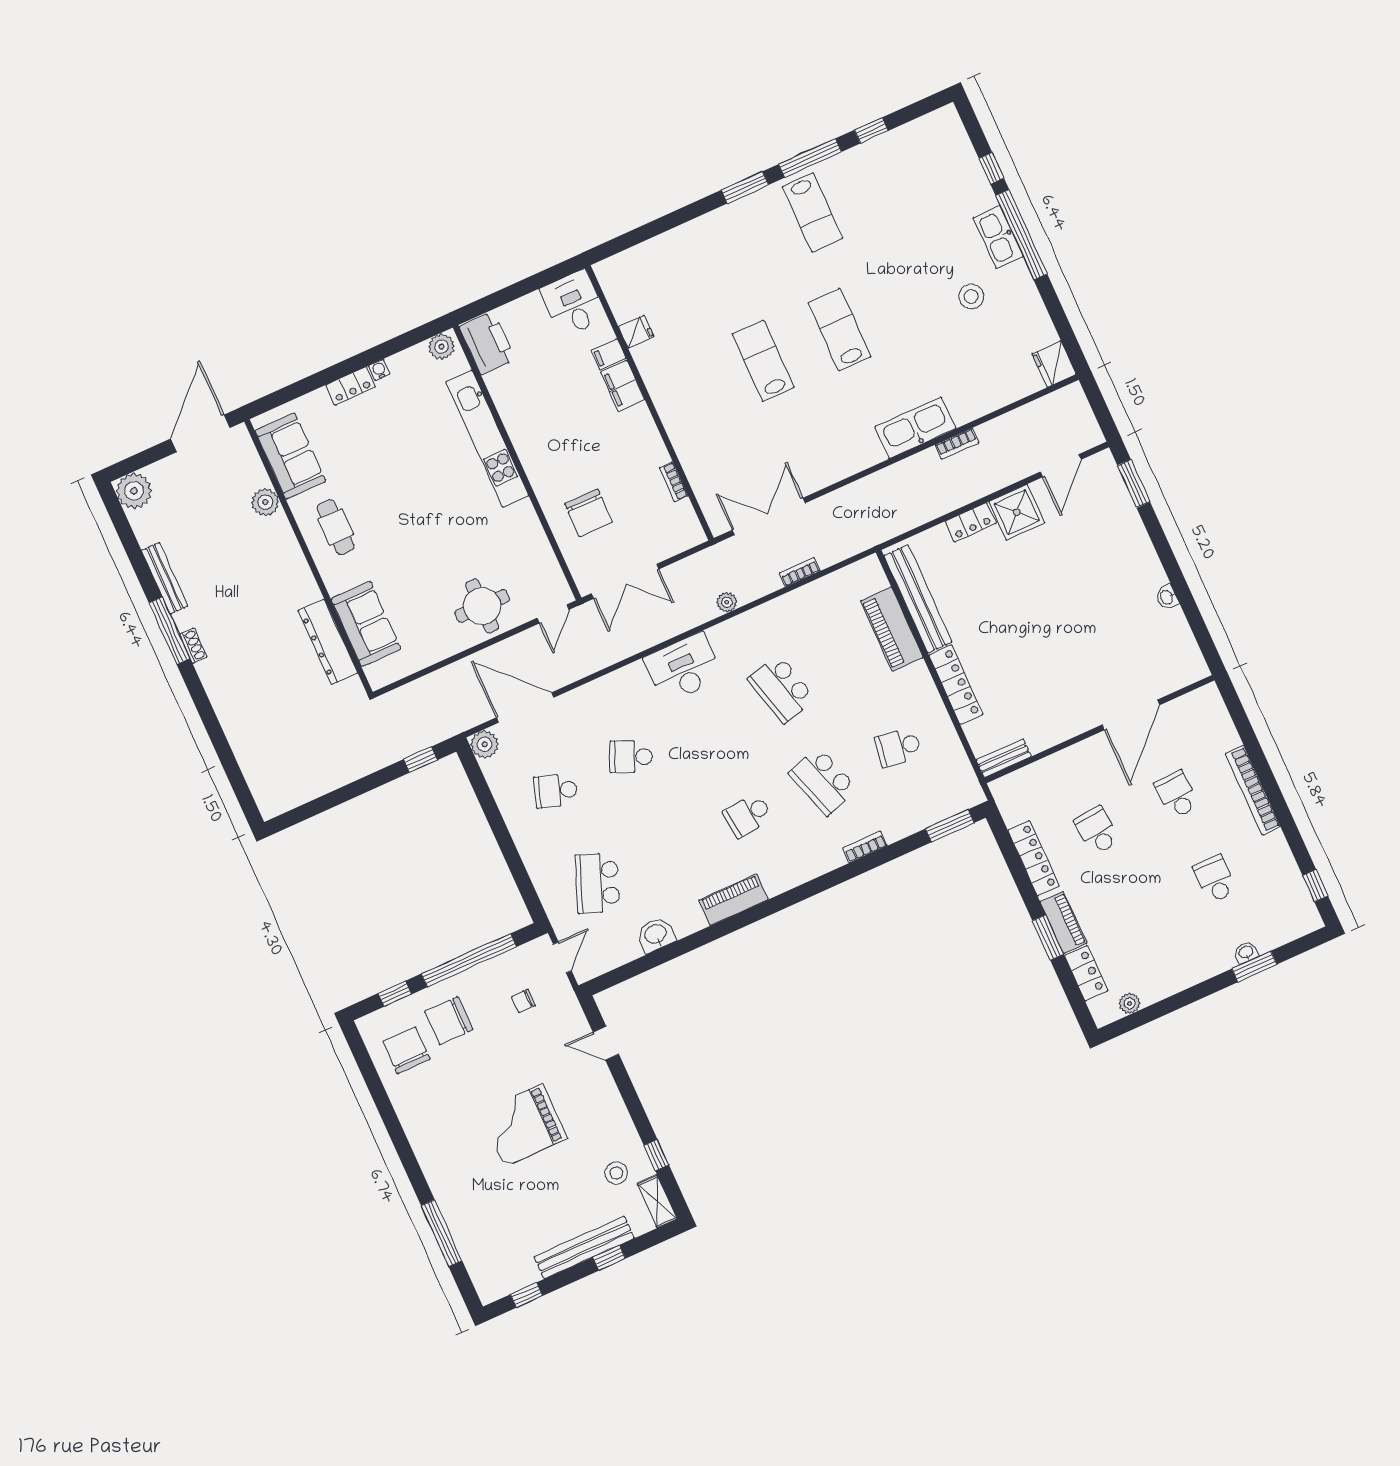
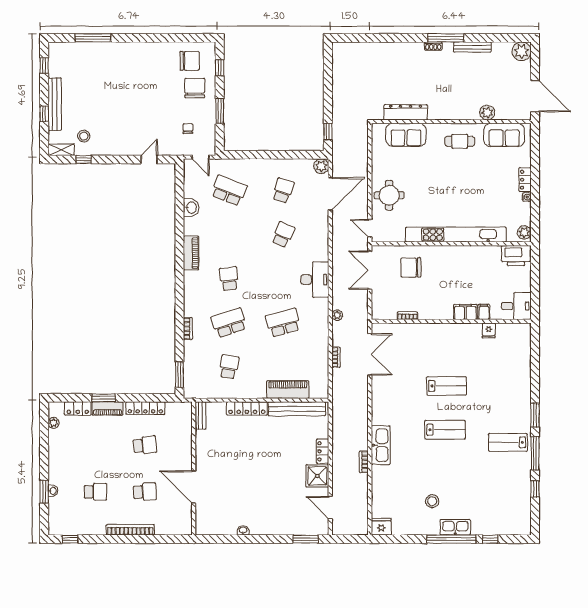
kitchen unit: (487, 439) -> (456, 235), width x1.36
window: (469, 960) -> (220, 111), width x0.47
grand piano: (523, 1125) -> (127, 101), removed

